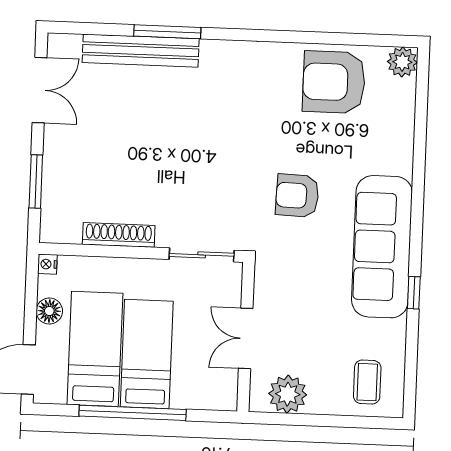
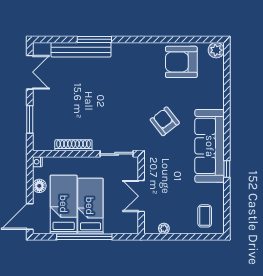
armchair: (297, 196) -> (165, 121), turned 50
plant: (288, 394) -> (164, 228), width x0.53, depth x0.53

